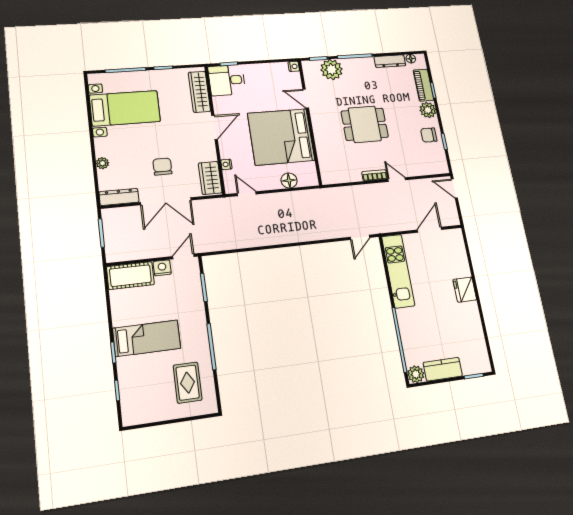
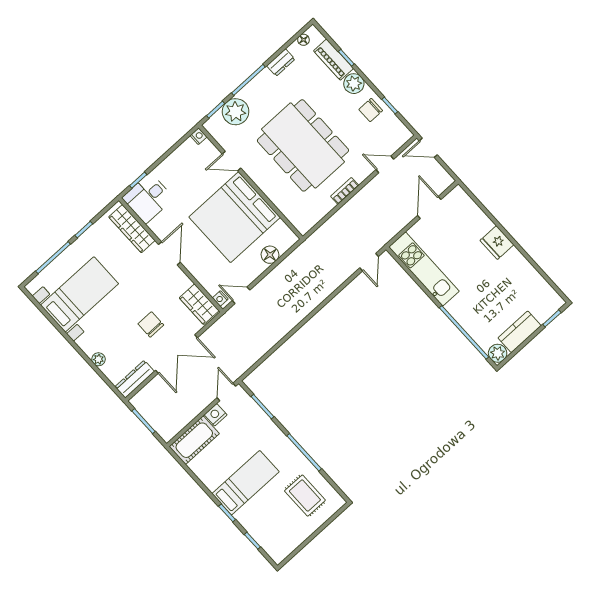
dresser: (390, 61) -> (281, 62), width x0.70
dining table: (365, 124) -> (303, 145), width x1.88, depth x1.24
nightstand: (226, 164) -> (220, 298), moved
door: (397, 180) -> (385, 164), moved

